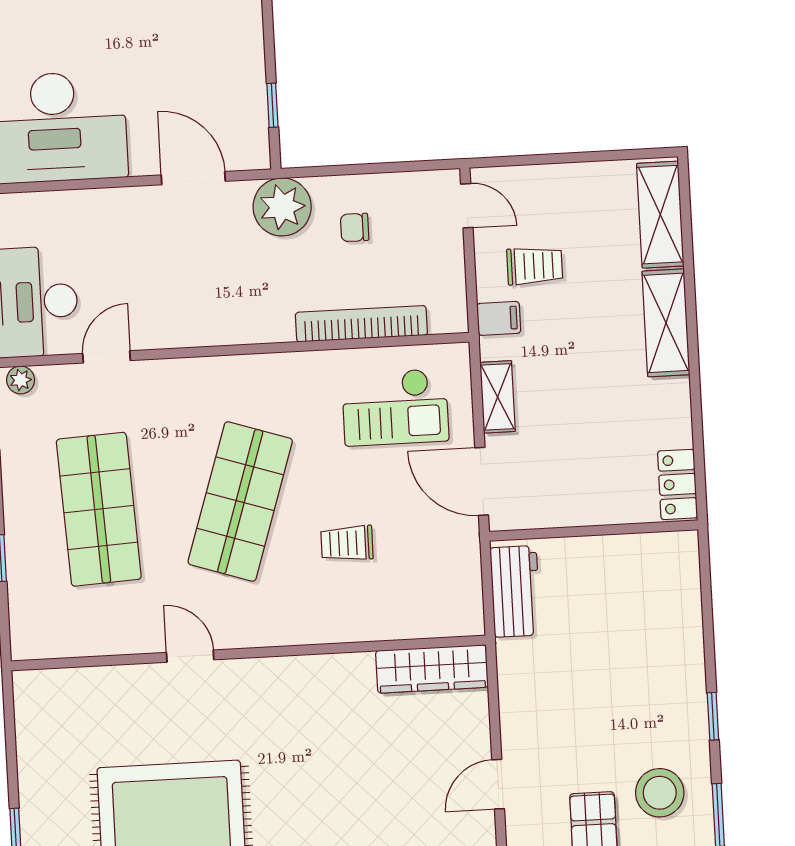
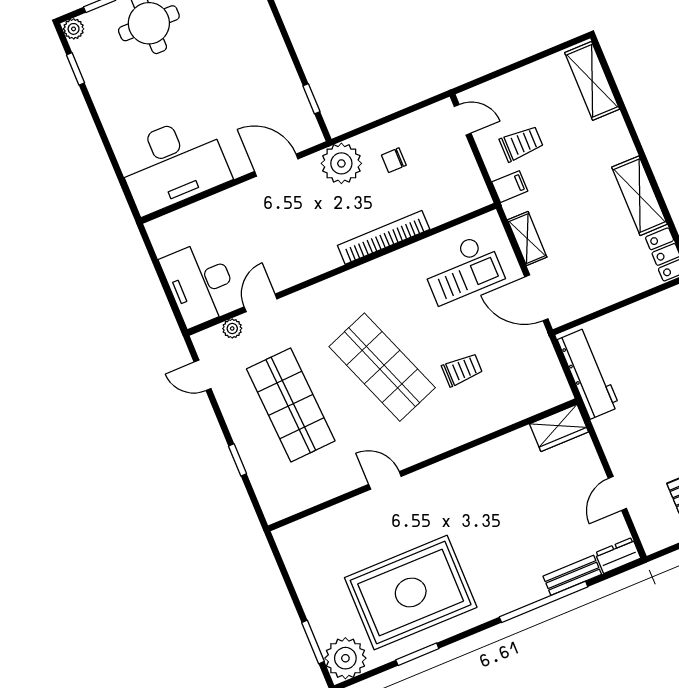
shelving: (666, 323) -> (640, 196), moved
bookcase: (361, 324) -> (384, 237), moved
plant: (21, 380) -> (232, 328), moved
shop shelf: (240, 502) -> (382, 367), turned -39
trolley: (347, 543) -> (462, 370), turned 180
workbench: (515, 591) -> (589, 373), width x1.37
wardrobe: (432, 669) -> (559, 428), width x0.67

